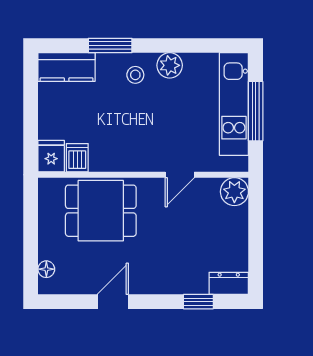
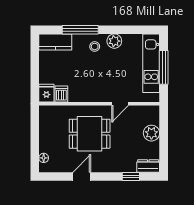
window: (110, 45) -> (80, 30), width x1.44
plant: (234, 192) -> (151, 133), moved
dining table: (101, 211) -> (90, 134), moved

